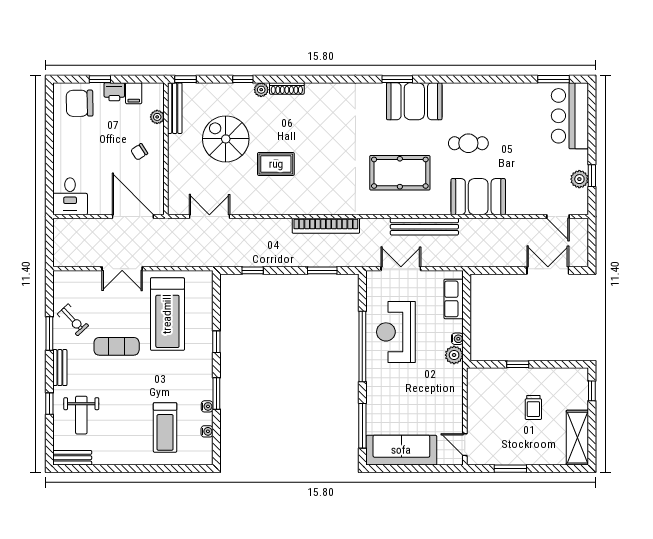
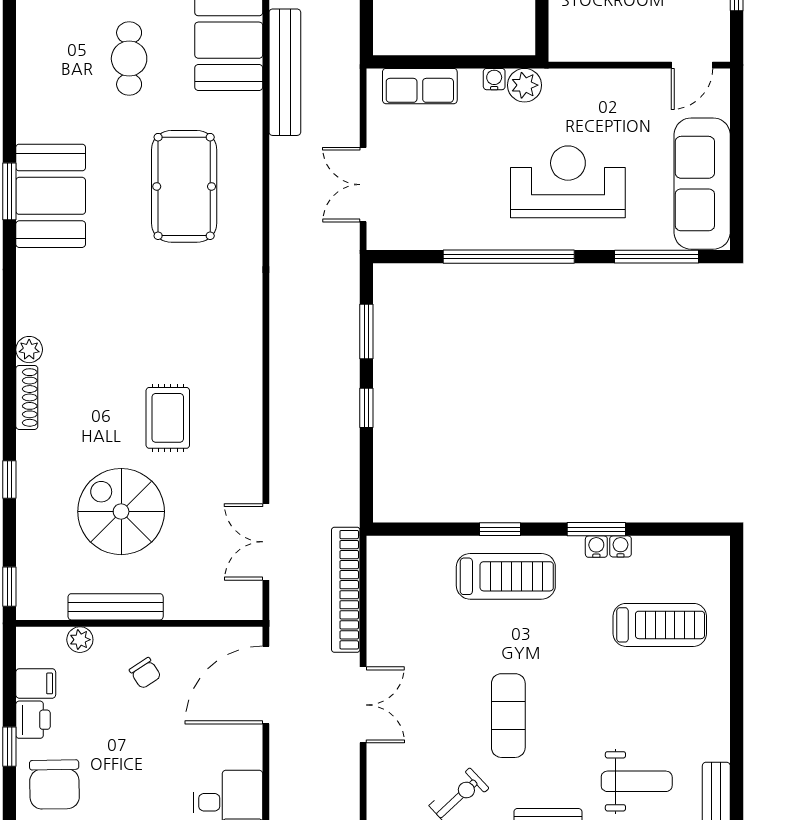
plant: (261, 90) -> (29, 350), moved
booth: (414, 101) -> (51, 196), moved
bench: (175, 108) -> (116, 607), moved
spiral stairs: (226, 139) -> (121, 512), turned 90
bookcase: (326, 226) -> (346, 590), moved, turned 180
bench: (424, 227) -> (285, 72), moved
window: (253, 270) -> (366, 408), moved
treadmill: (167, 314) -> (506, 576), moved, width x0.73, depth x0.73
reception desk: (396, 332) -> (568, 182), moved, turned 180
water cooler: (207, 431) -> (596, 547), moved

